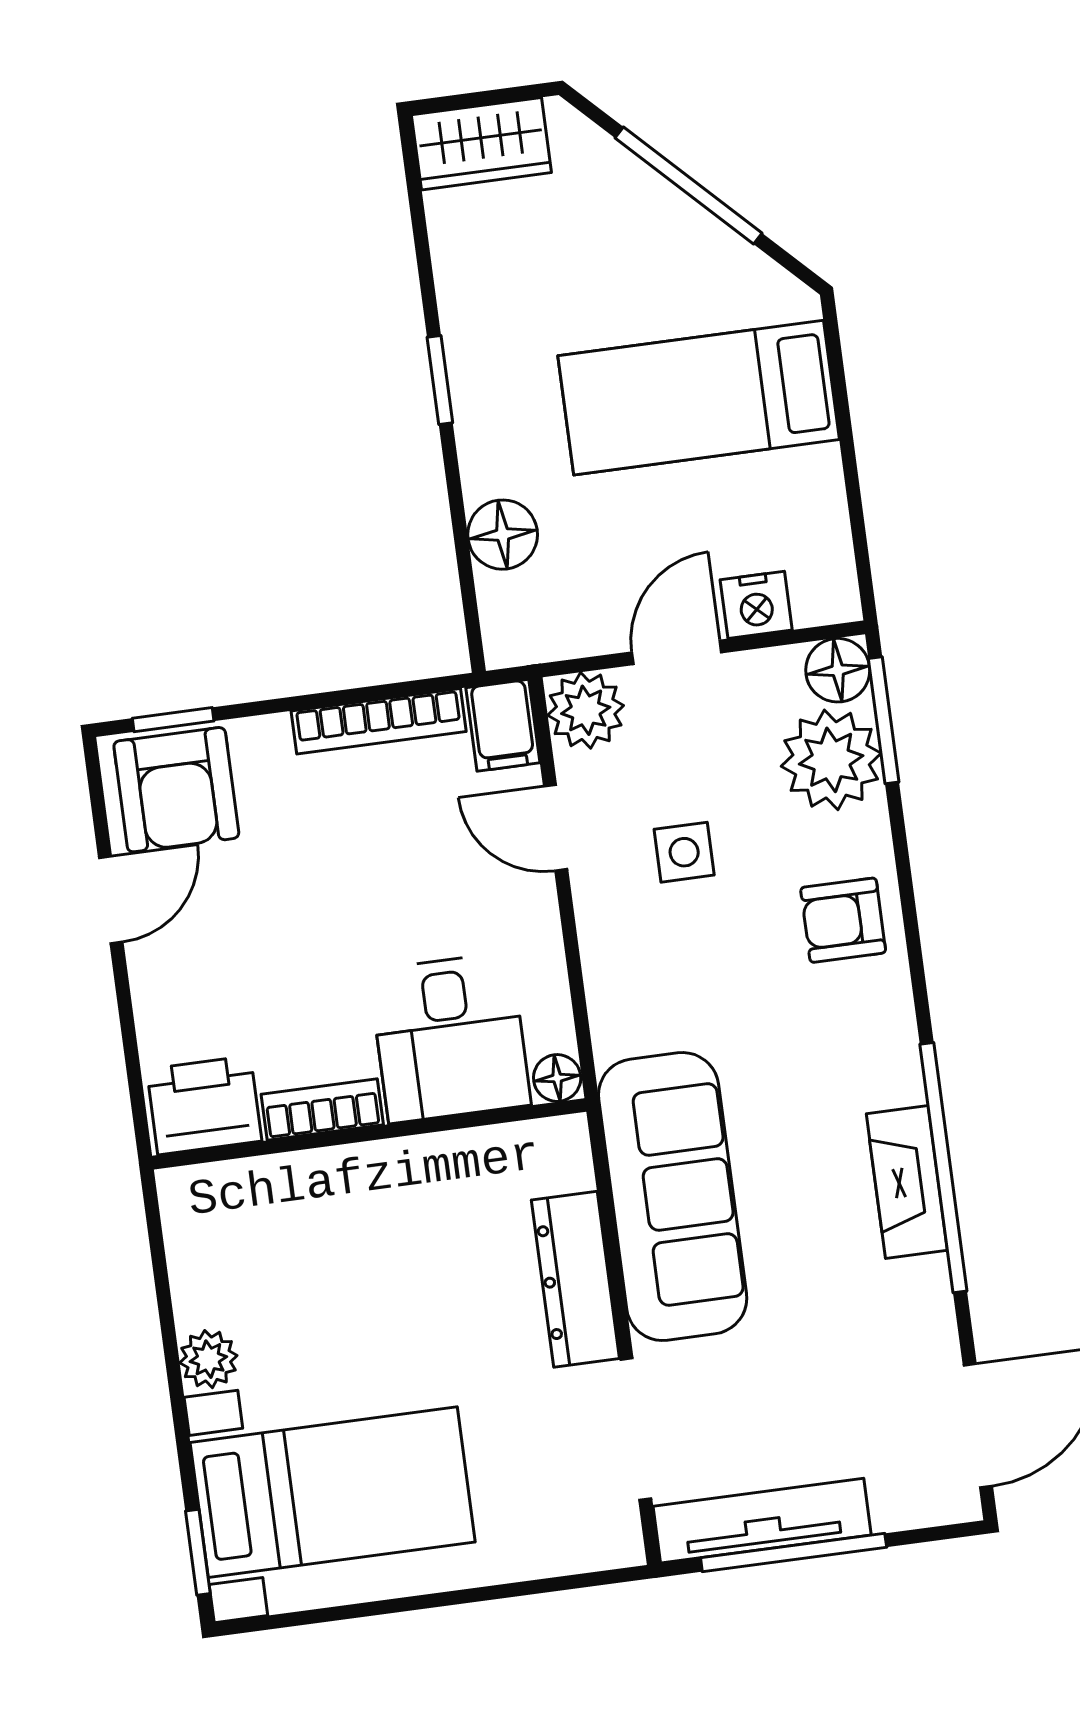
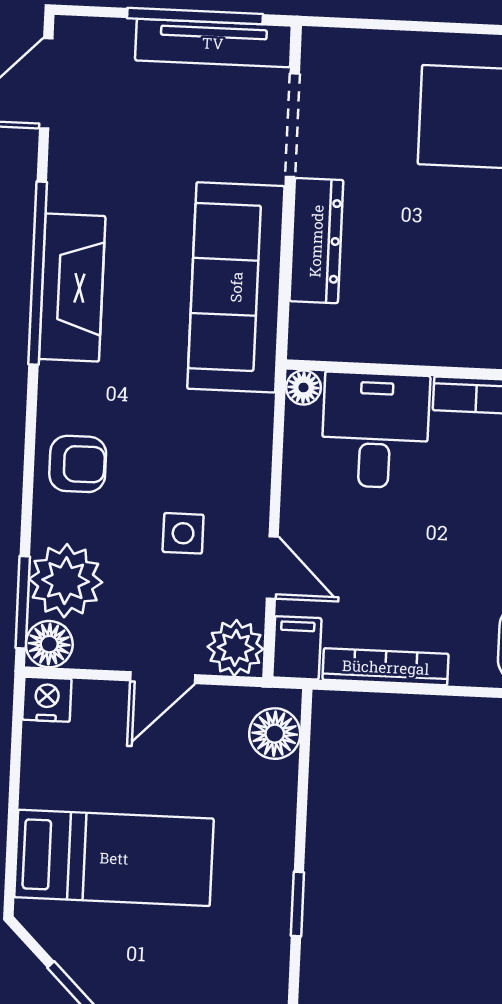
floor lamp: (503, 535) -> (275, 734), moved
nightstand: (756, 605) -> (47, 699), moved
fireplace: (907, 1182) -> (72, 288), width x1.37, depth x1.32

